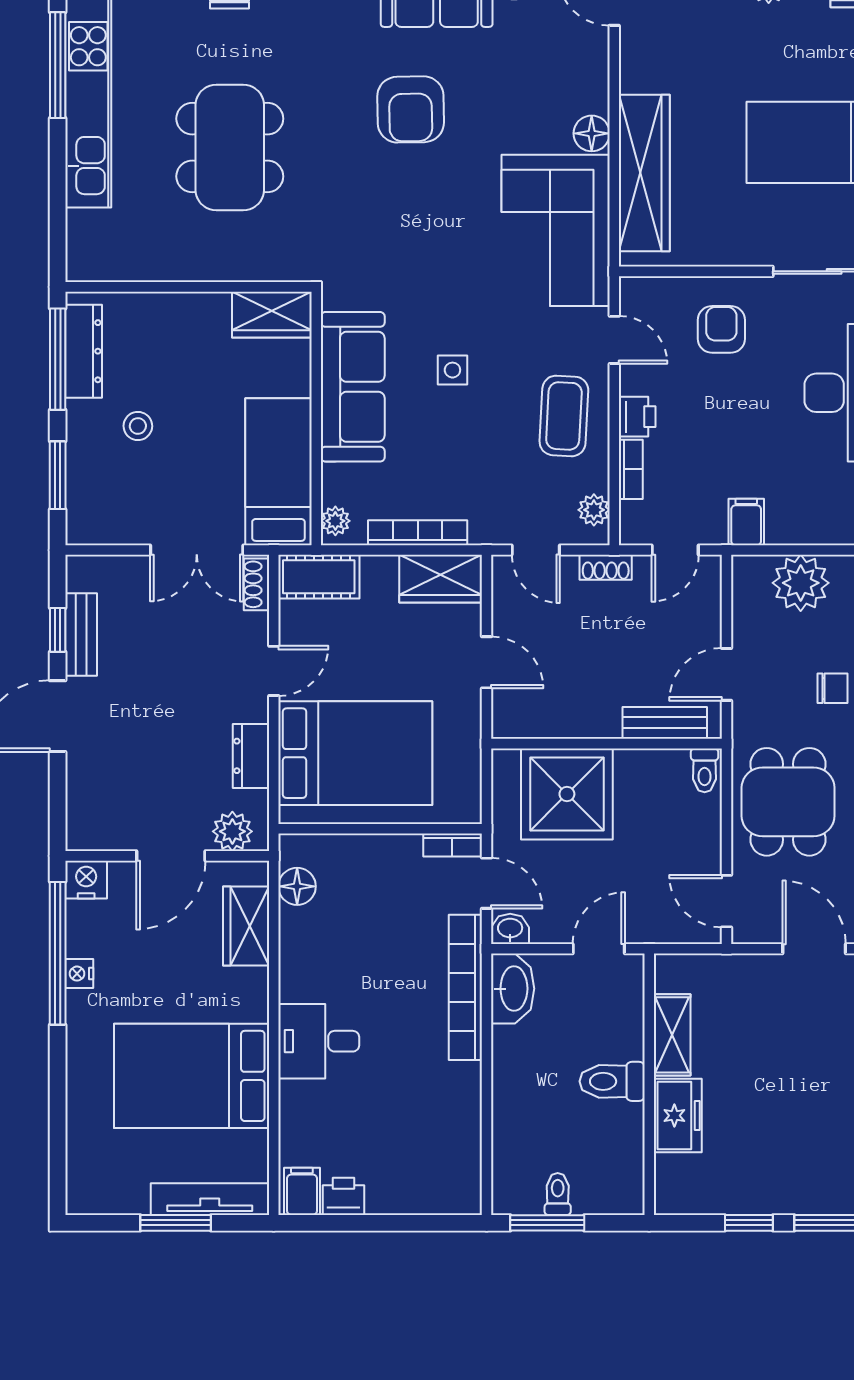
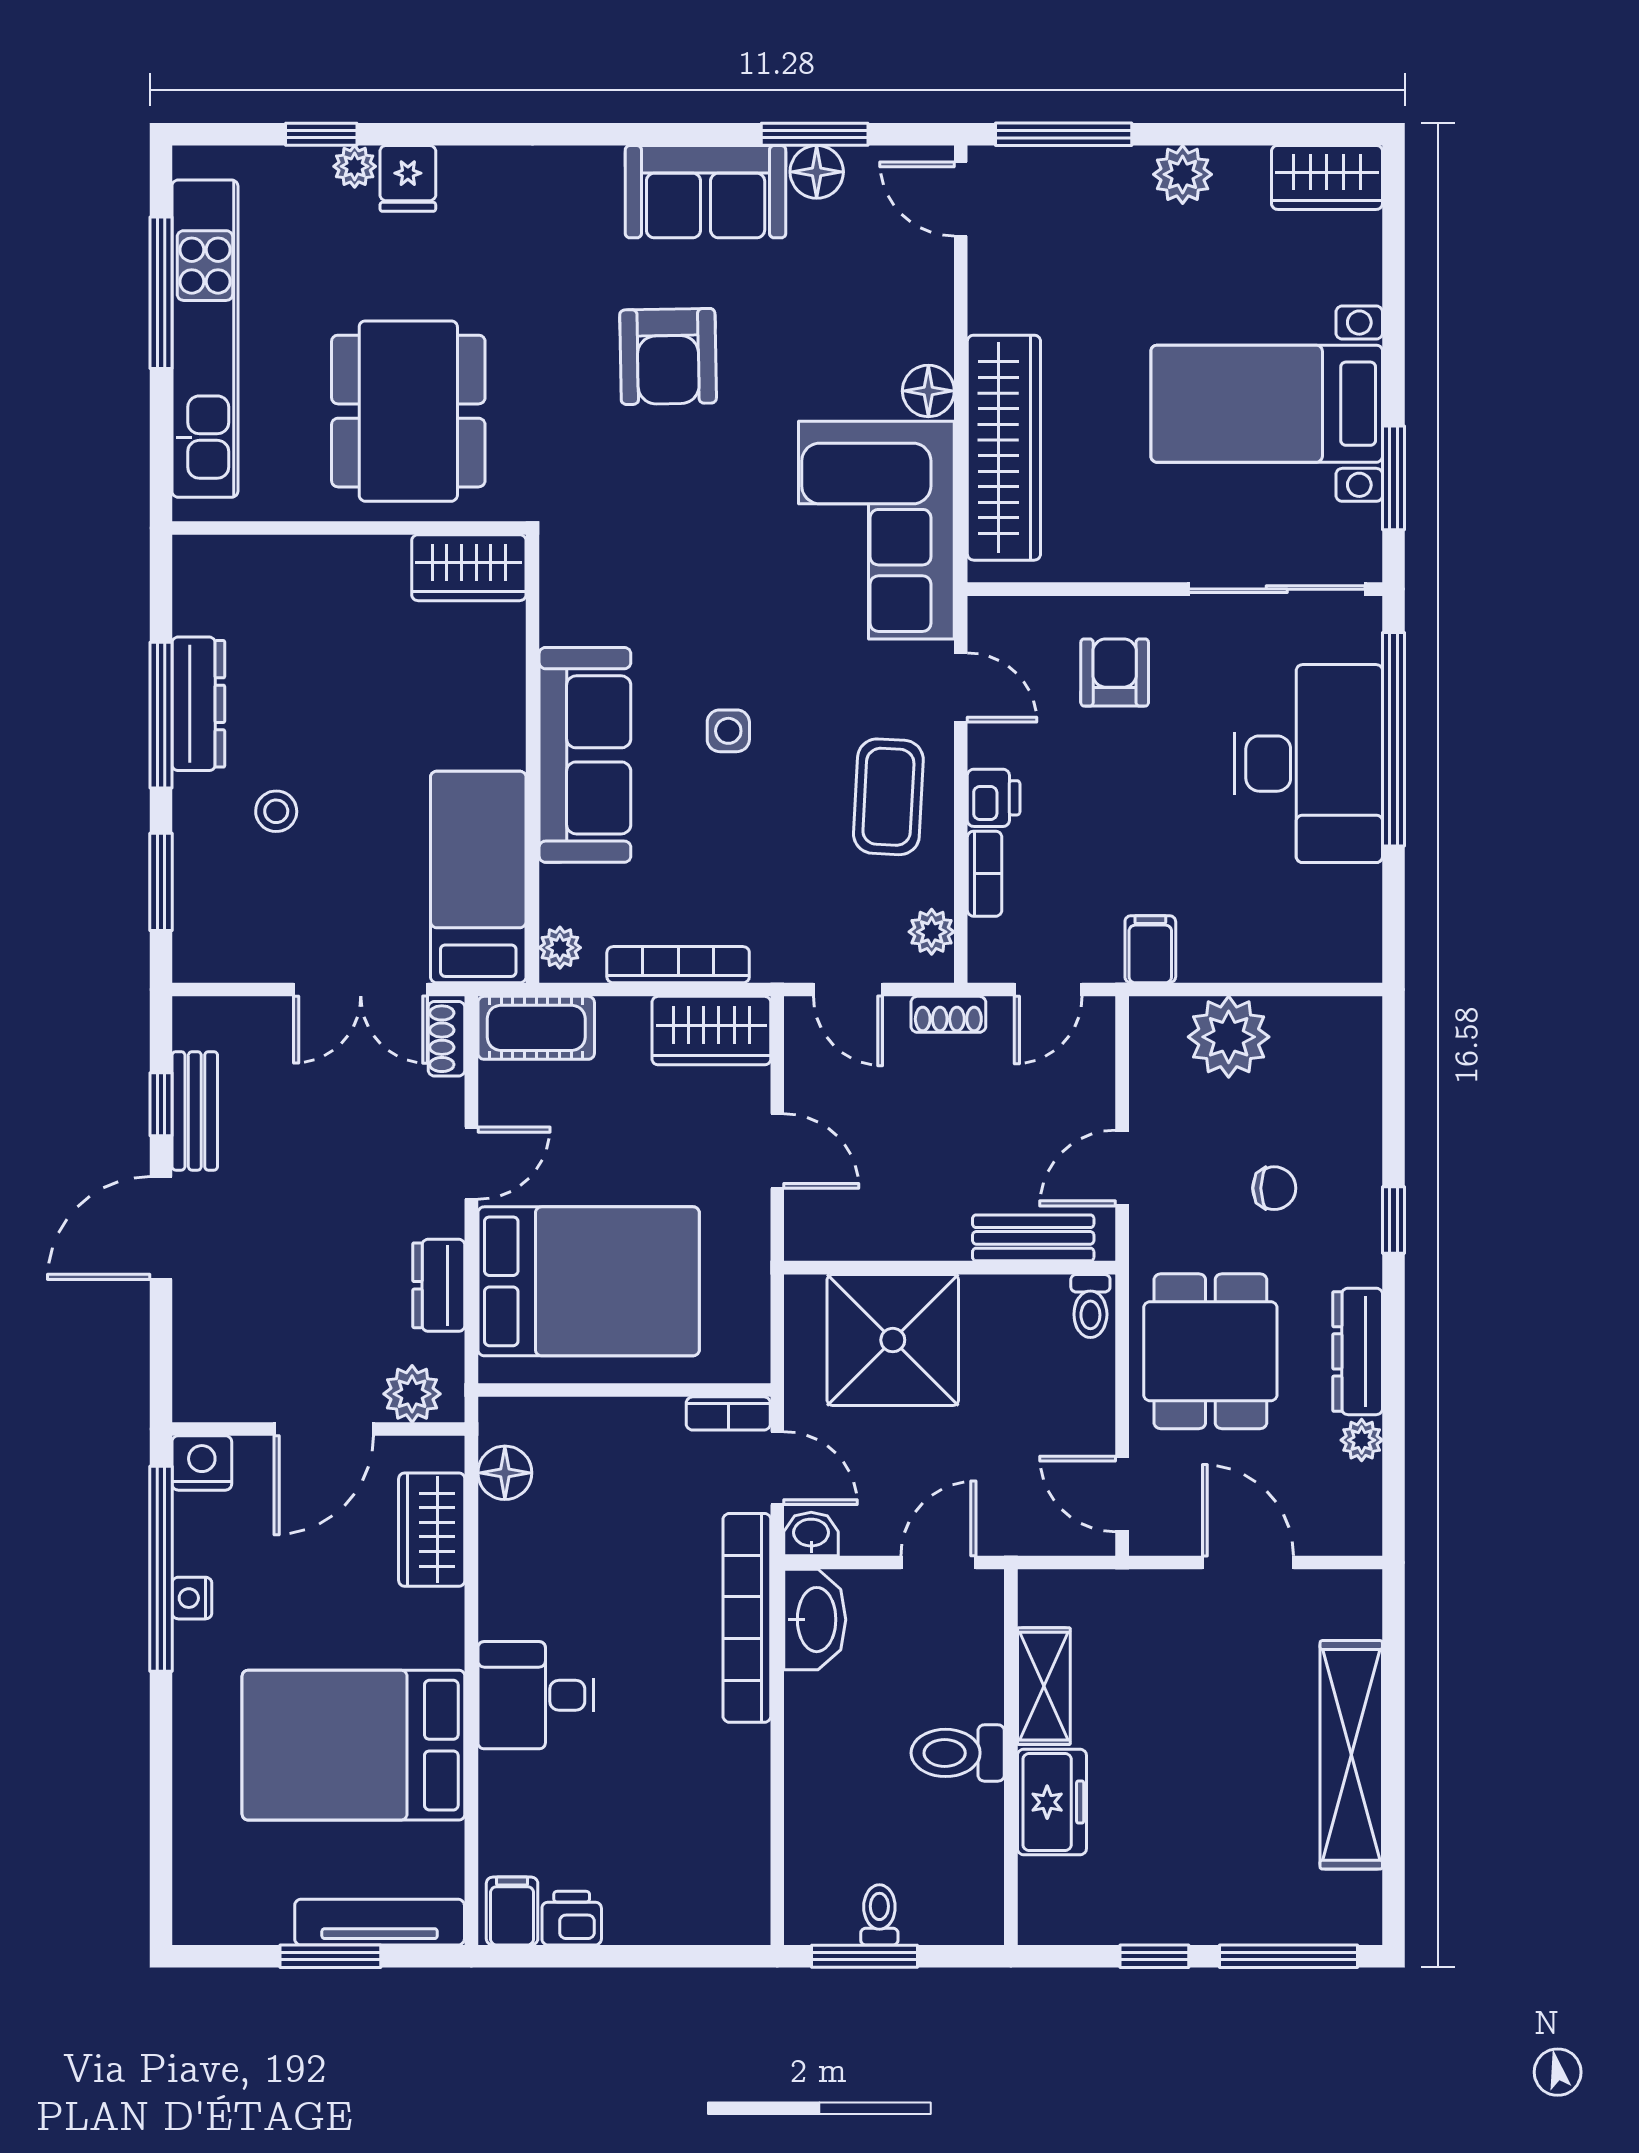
wall: (189, 287) -> (349, 528), moved
wardrobe: (272, 315) -> (469, 568), moved

